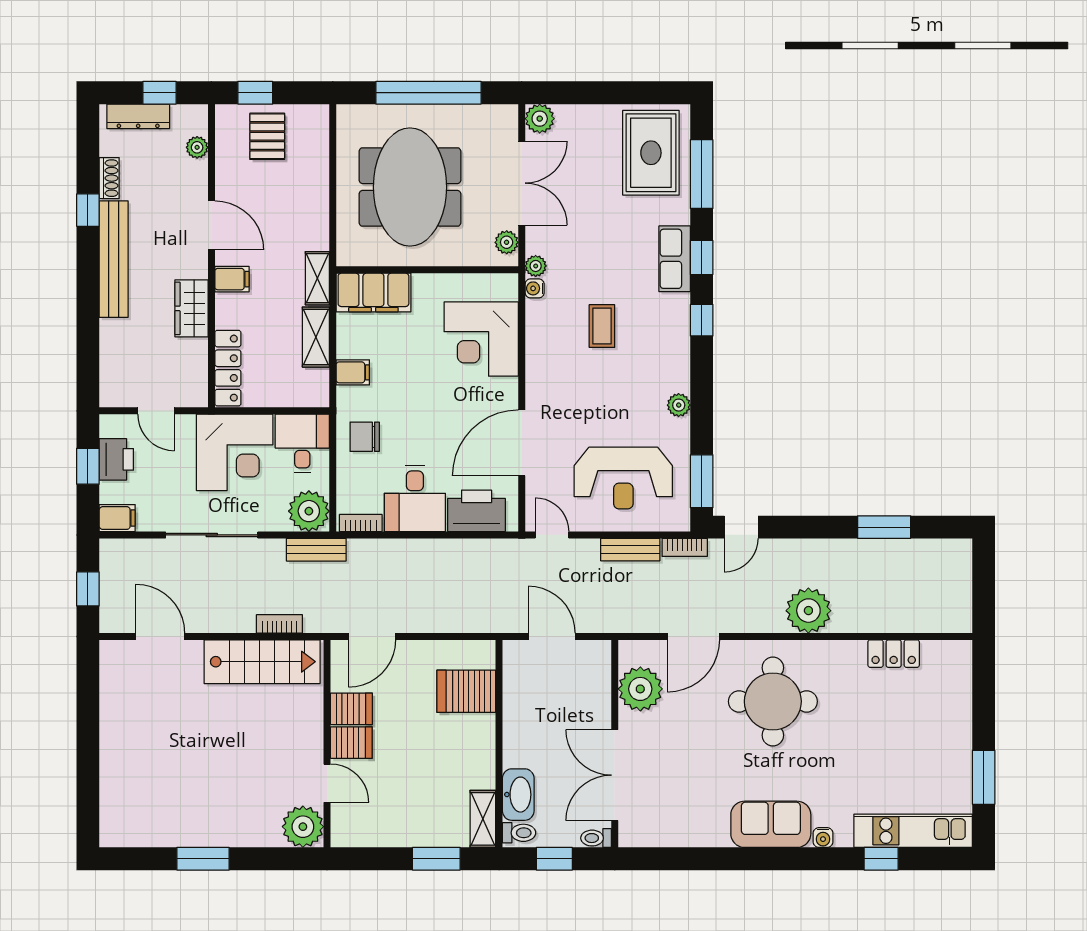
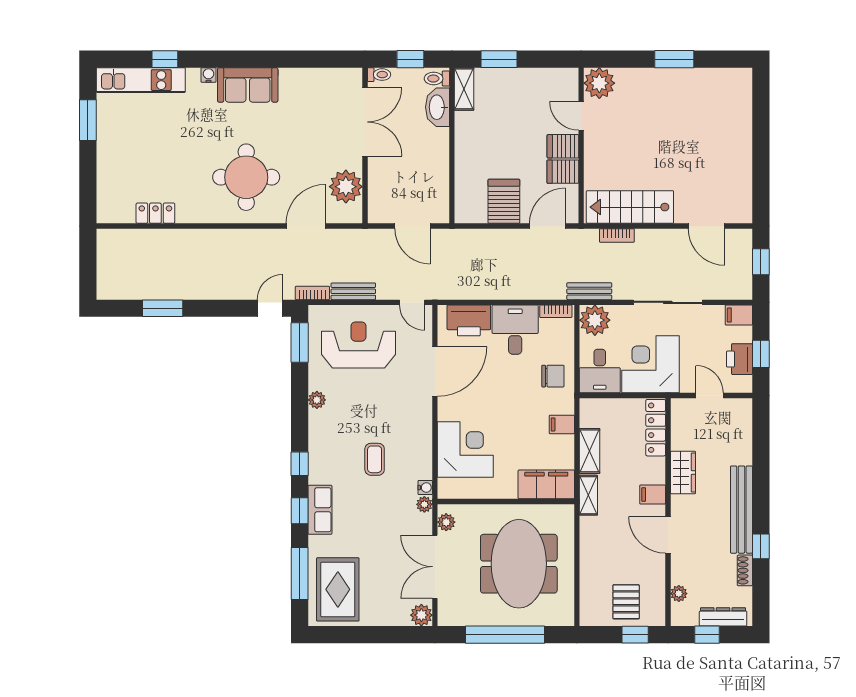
plant: (808, 611) -> (219, 245), removed
server rack: (466, 691) -> (504, 201), moved, turned -90

